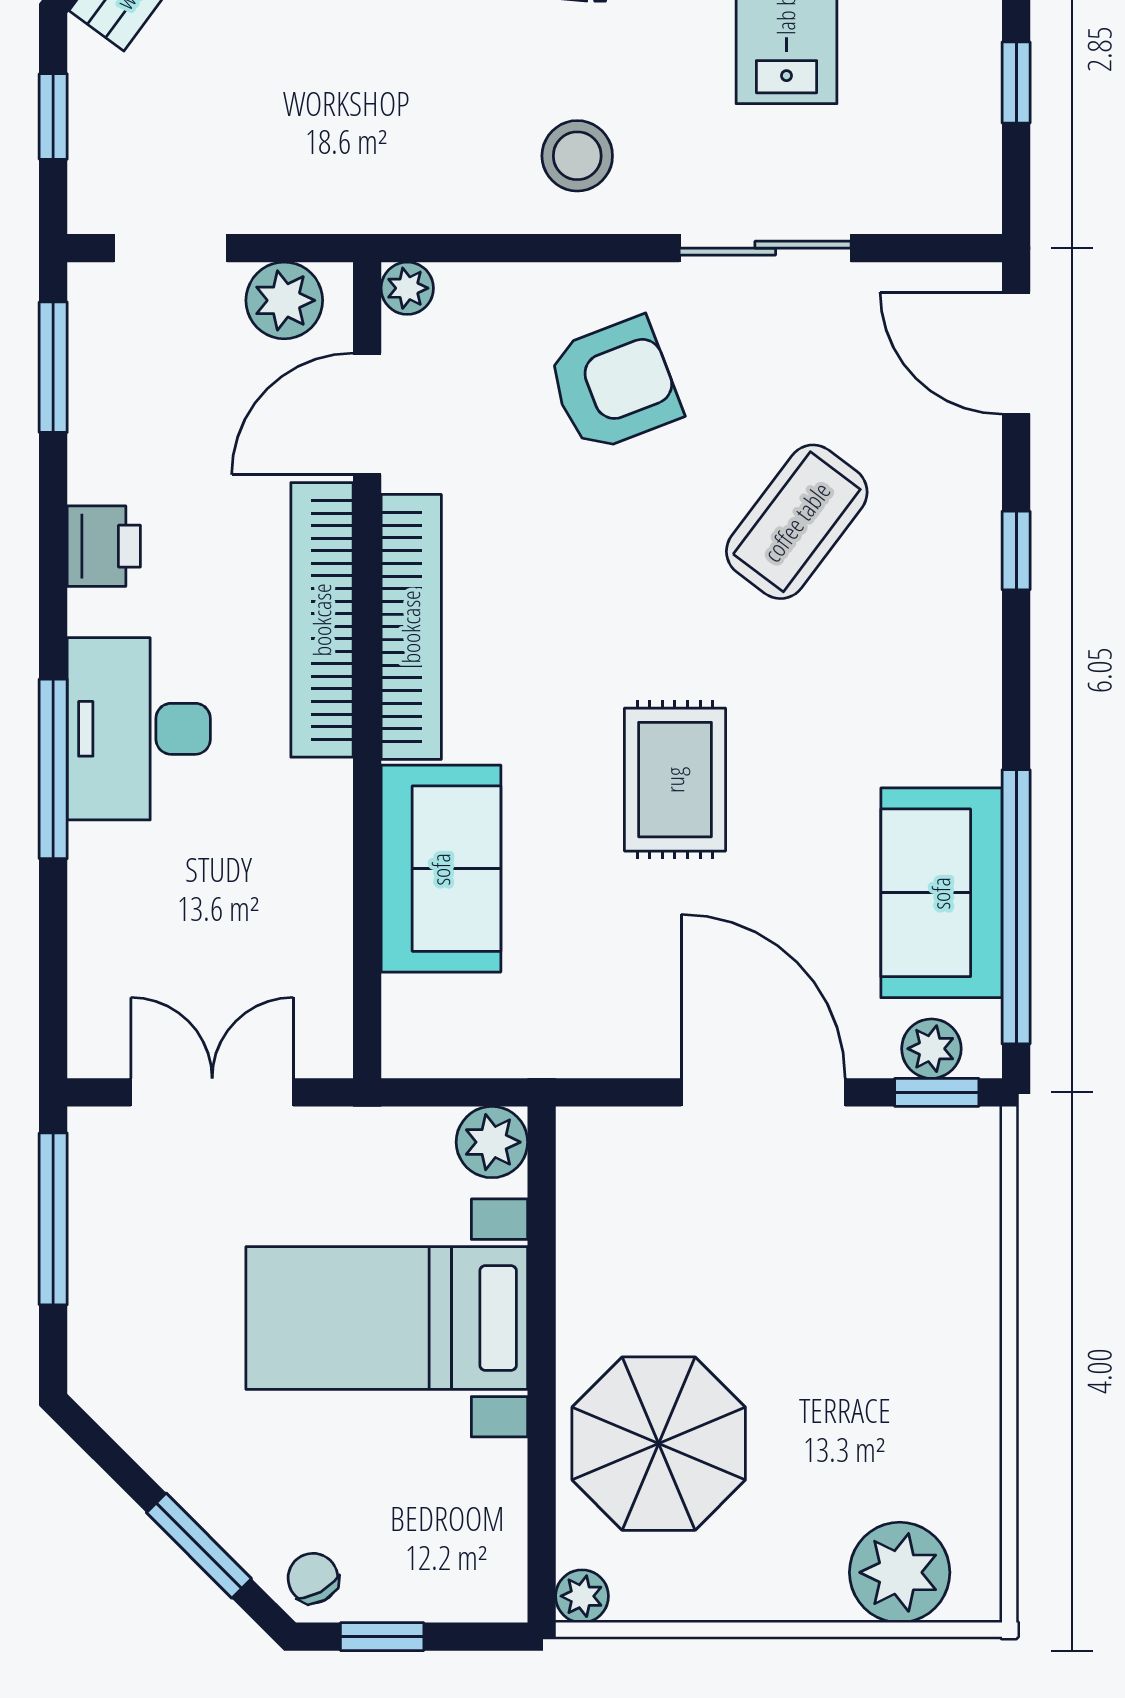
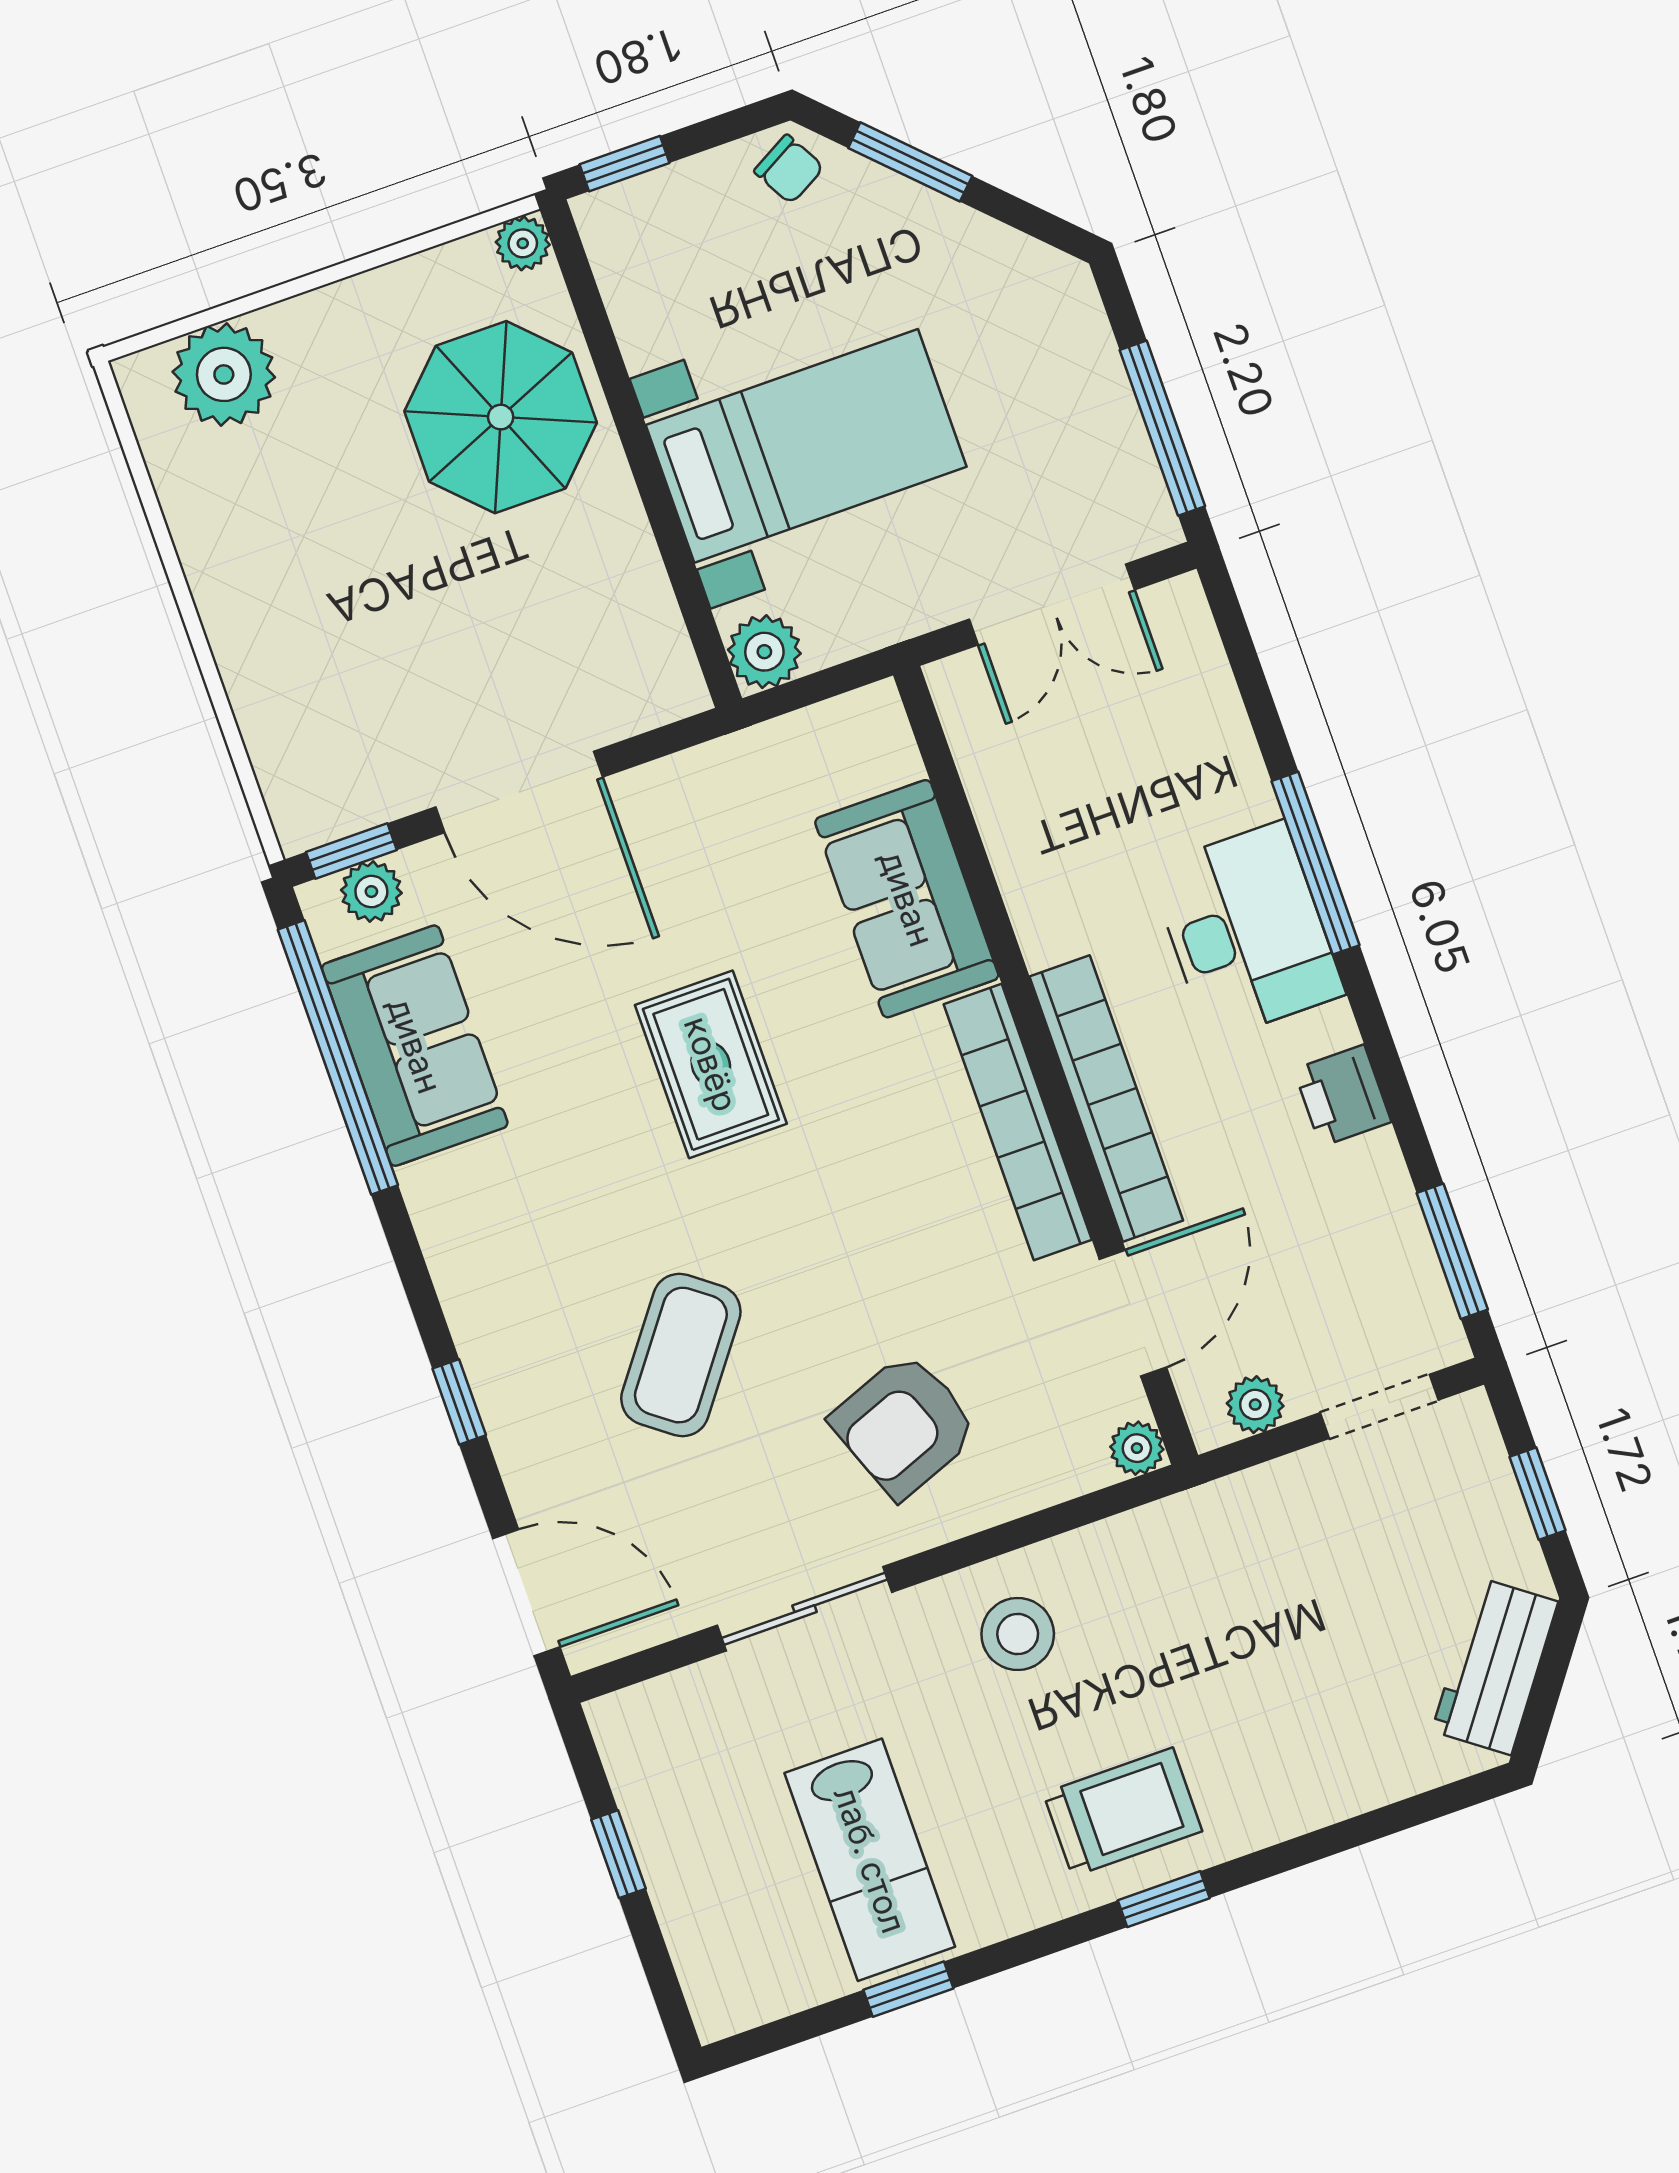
plant: (284, 300) -> (1255, 1405), width x0.73, depth x0.73
window: (382, 1637) -> (625, 164), moved

